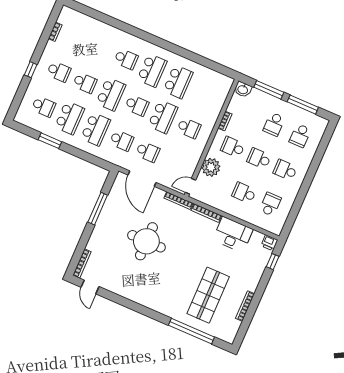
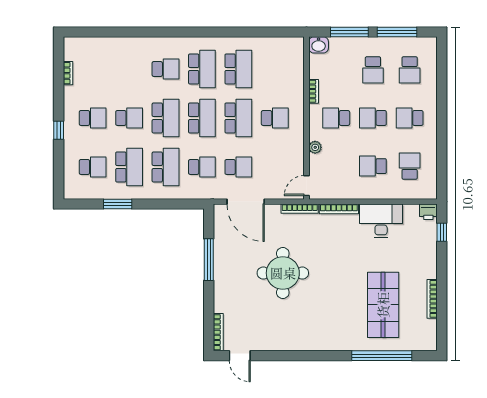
school desk: (137, 105) -> (202, 118), width x1.85
plant: (211, 167) -> (315, 147), width x0.53, depth x0.53

